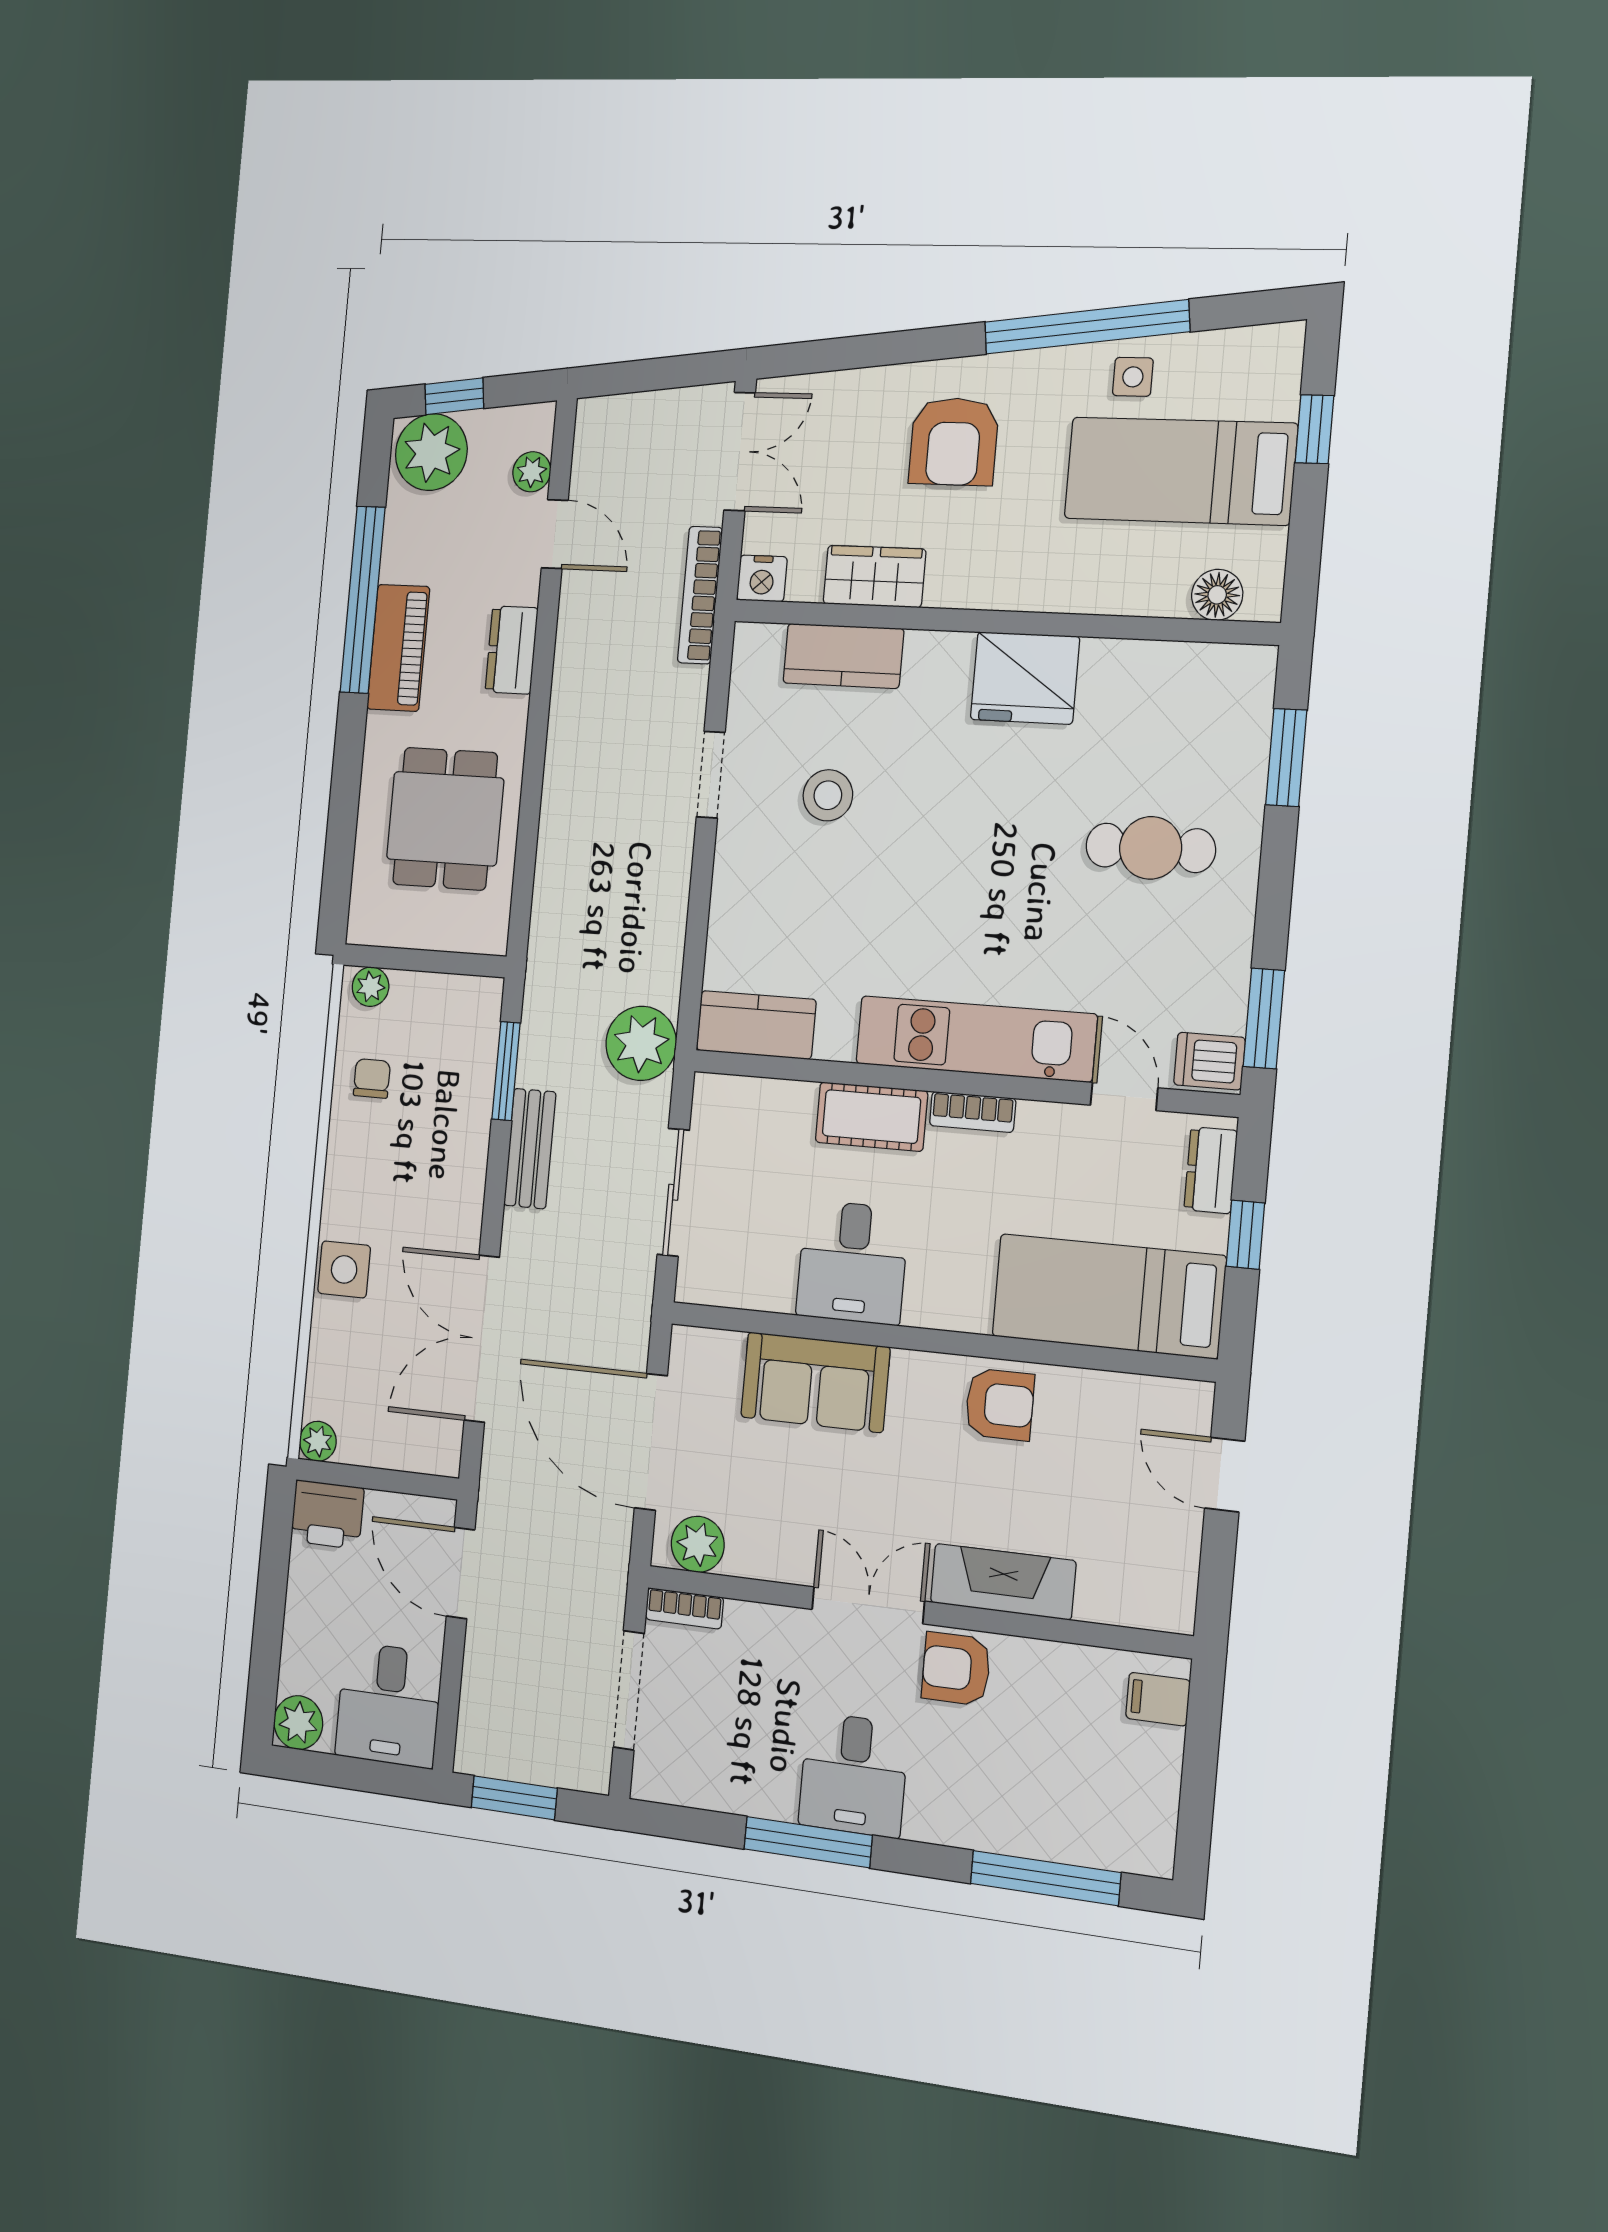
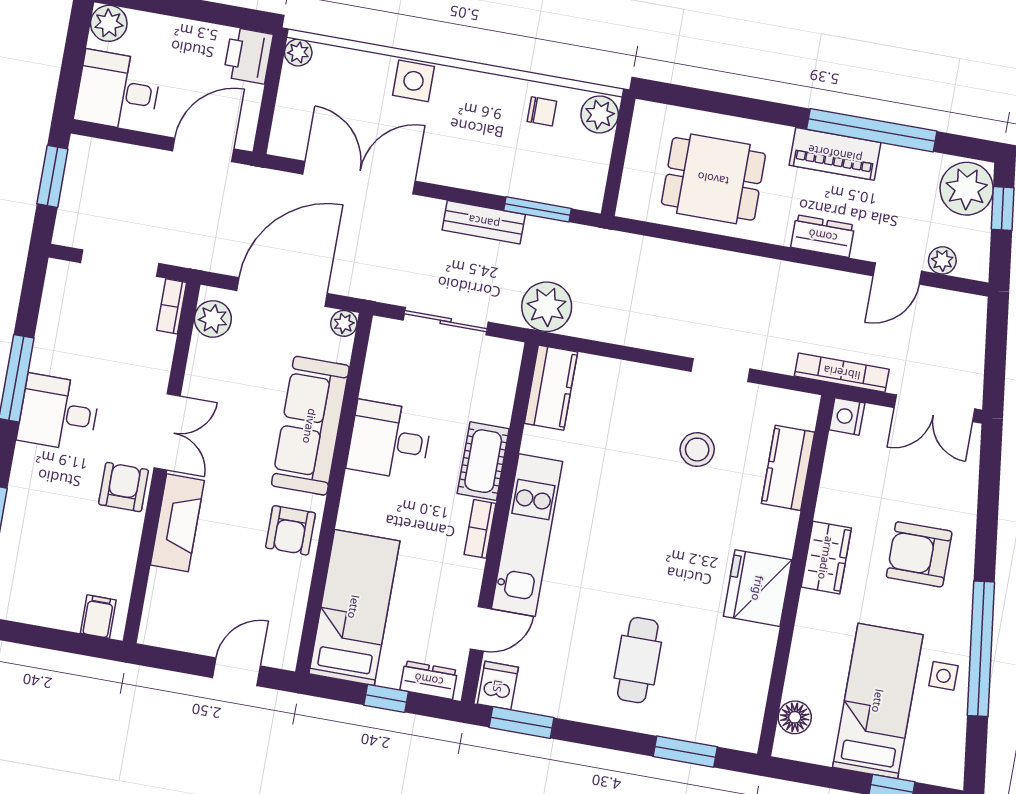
wardrobe: (874, 576) -> (826, 558), moved
plant: (371, 987) -> (600, 114), width x1.38, depth x1.38
plant: (688, 1345) -> (344, 323), added
sofa: (815, 1382) -> (310, 426), width x1.36

